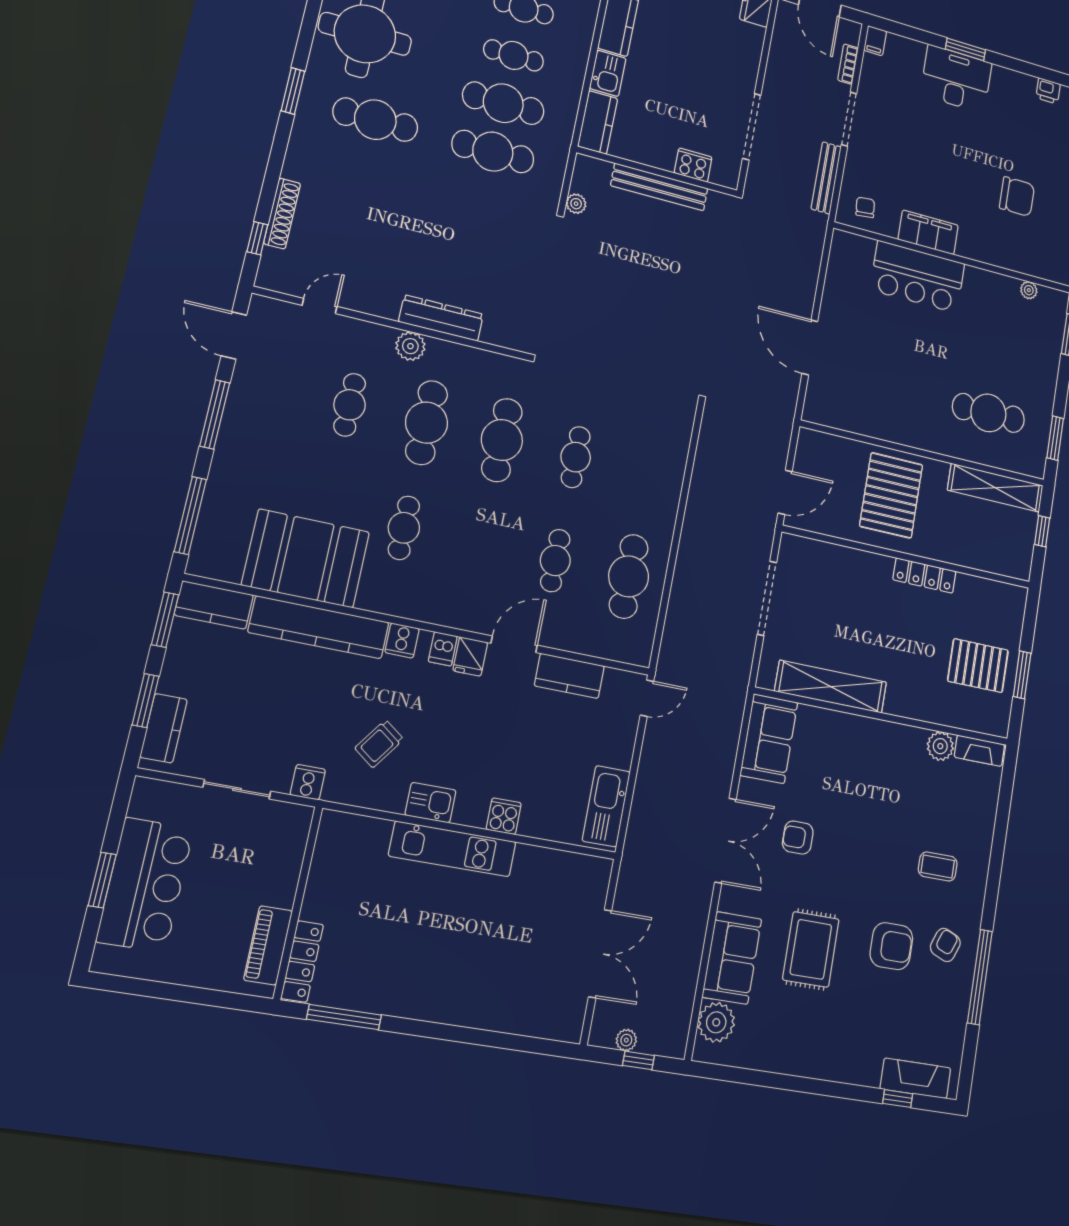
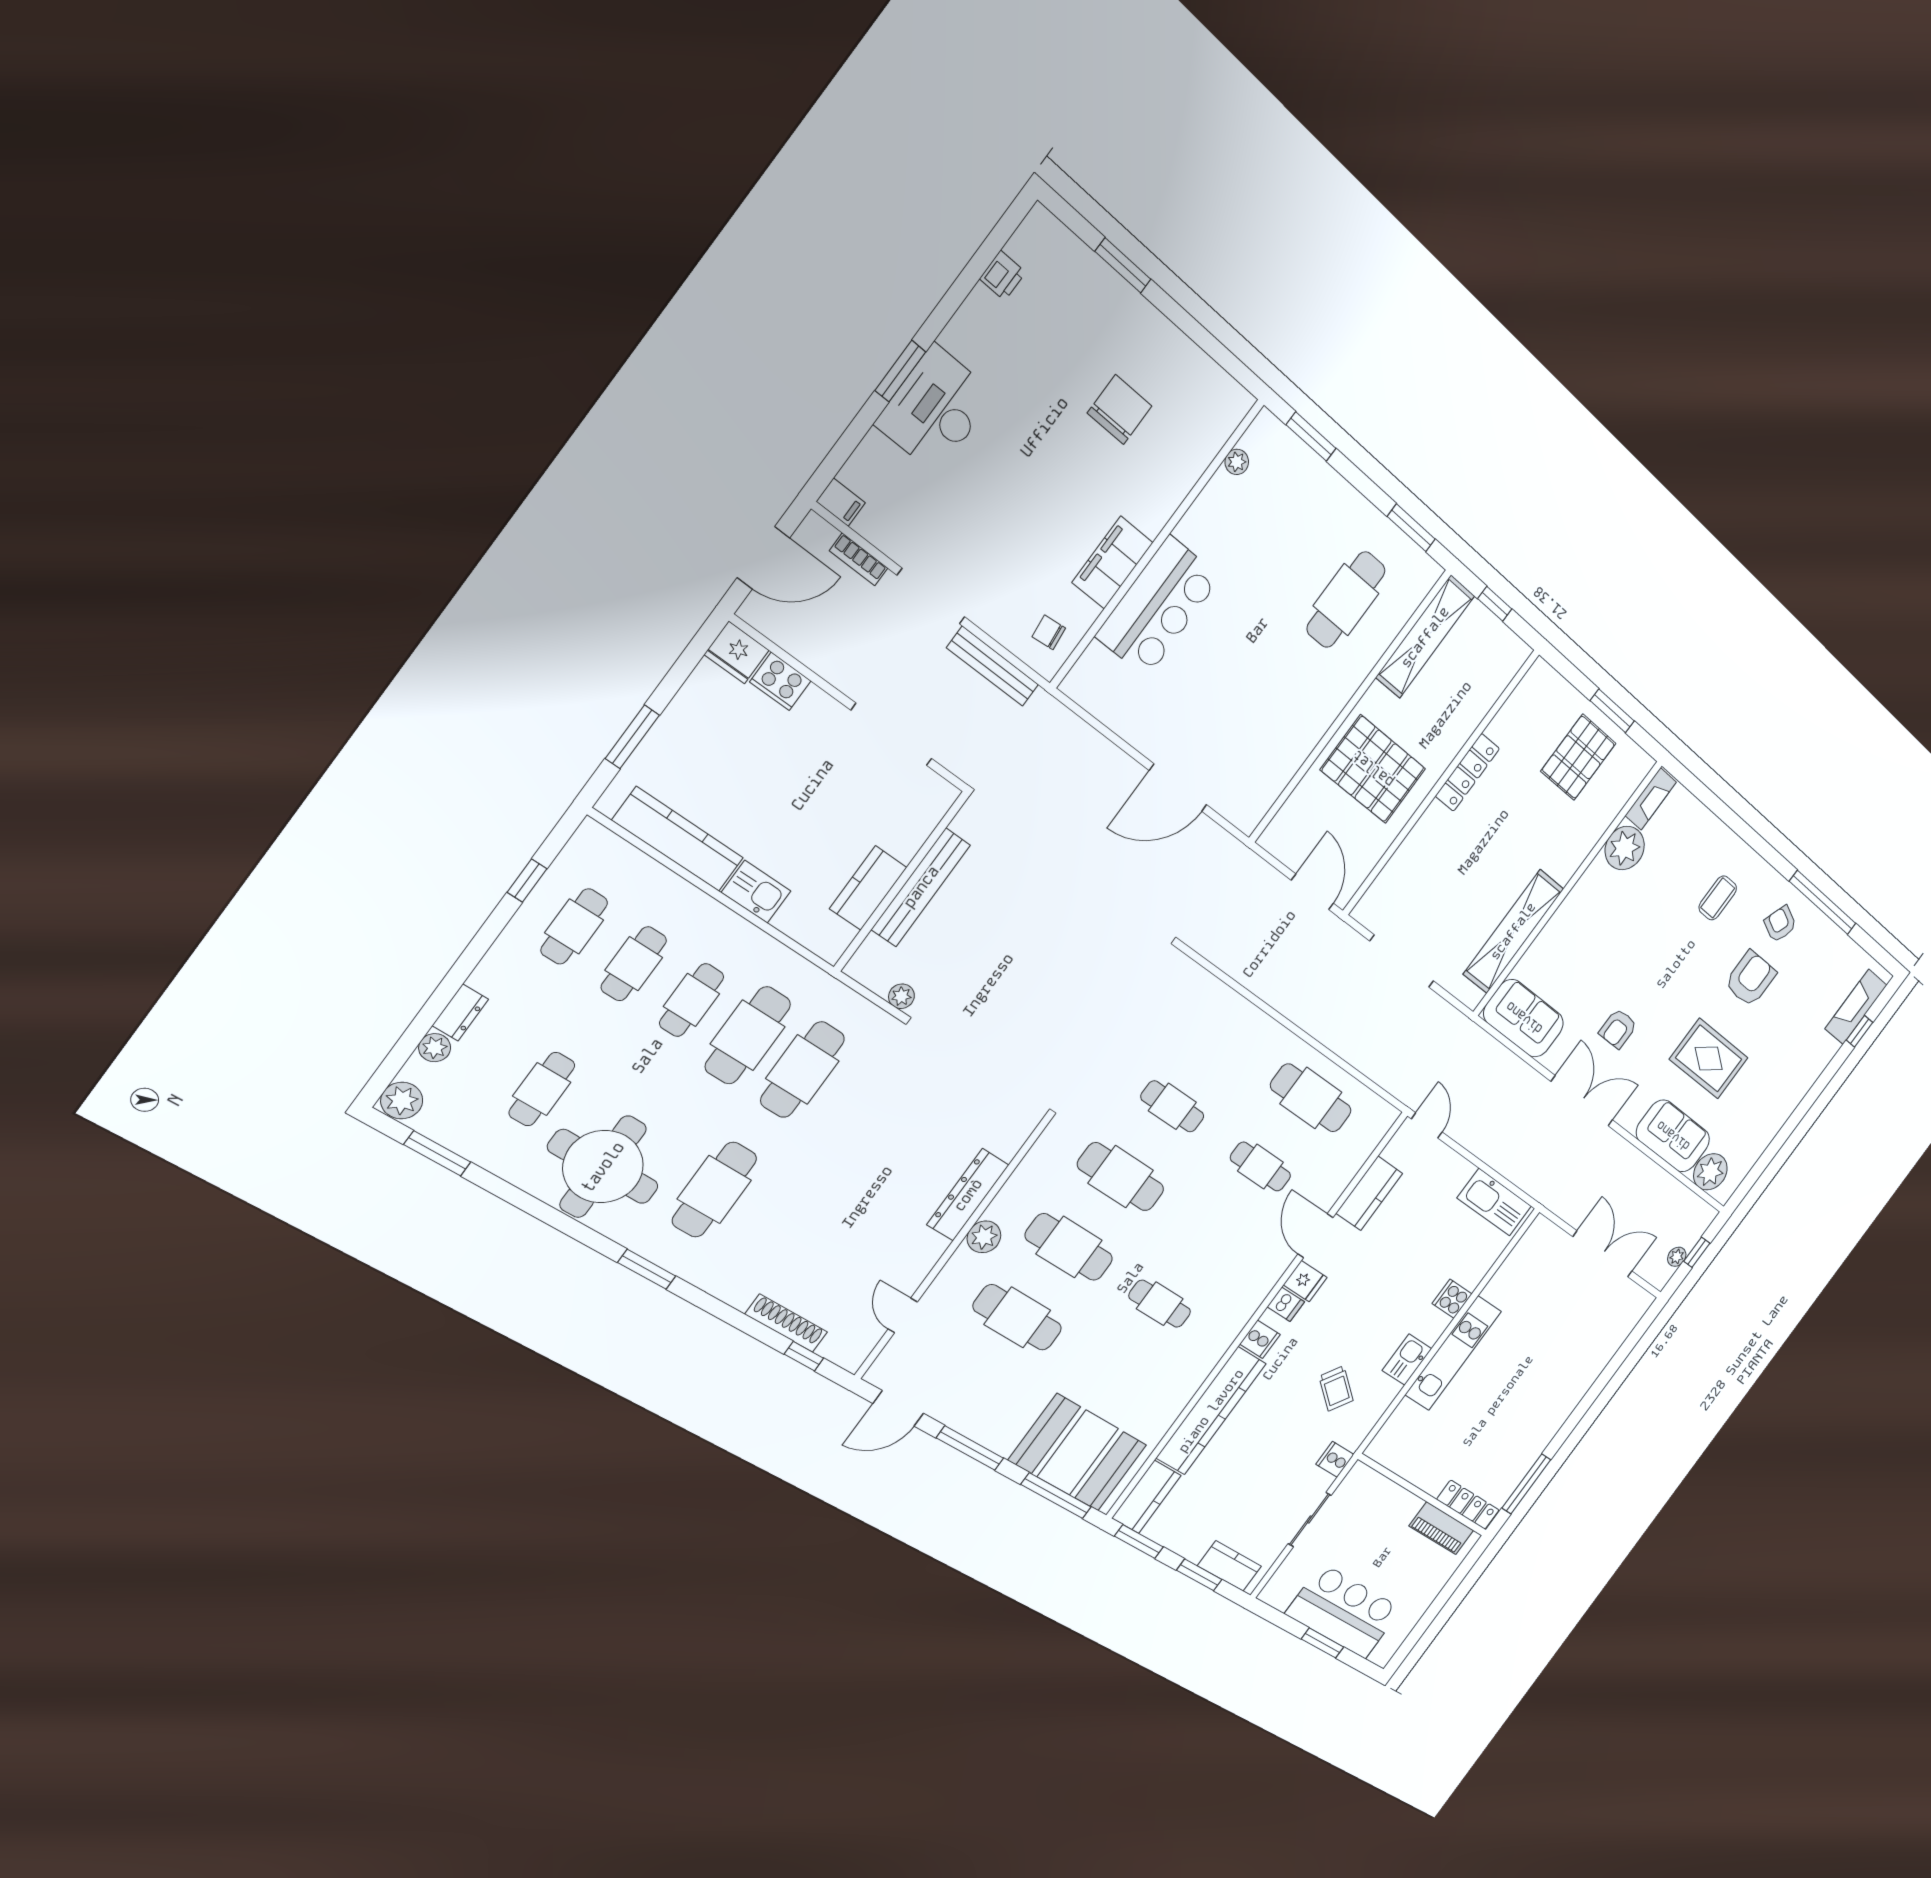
kitchen counter: (598, 122) -> (868, 888), moved, turned -90
cooker: (693, 165) -> (780, 681), moved, turned -90
cafe table: (350, 405) -> (1017, 1317), width x1.37, depth x1.35
booth: (306, 558) -> (1078, 1453), moved, turned 90
plant: (940, 746) -> (1625, 848), width x1.36, depth x1.36

